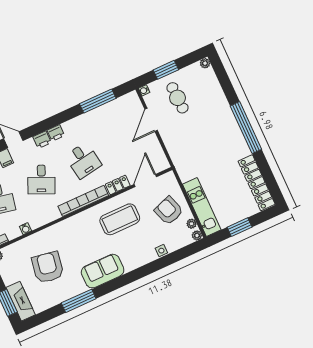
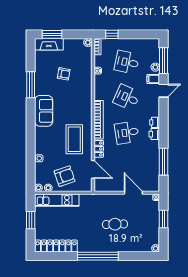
cafe table: (177, 98) -> (115, 224), moved
printer: (42, 140) -> (154, 134), moved
armchair: (48, 267) -> (64, 74), width x0.53, depth x0.53

